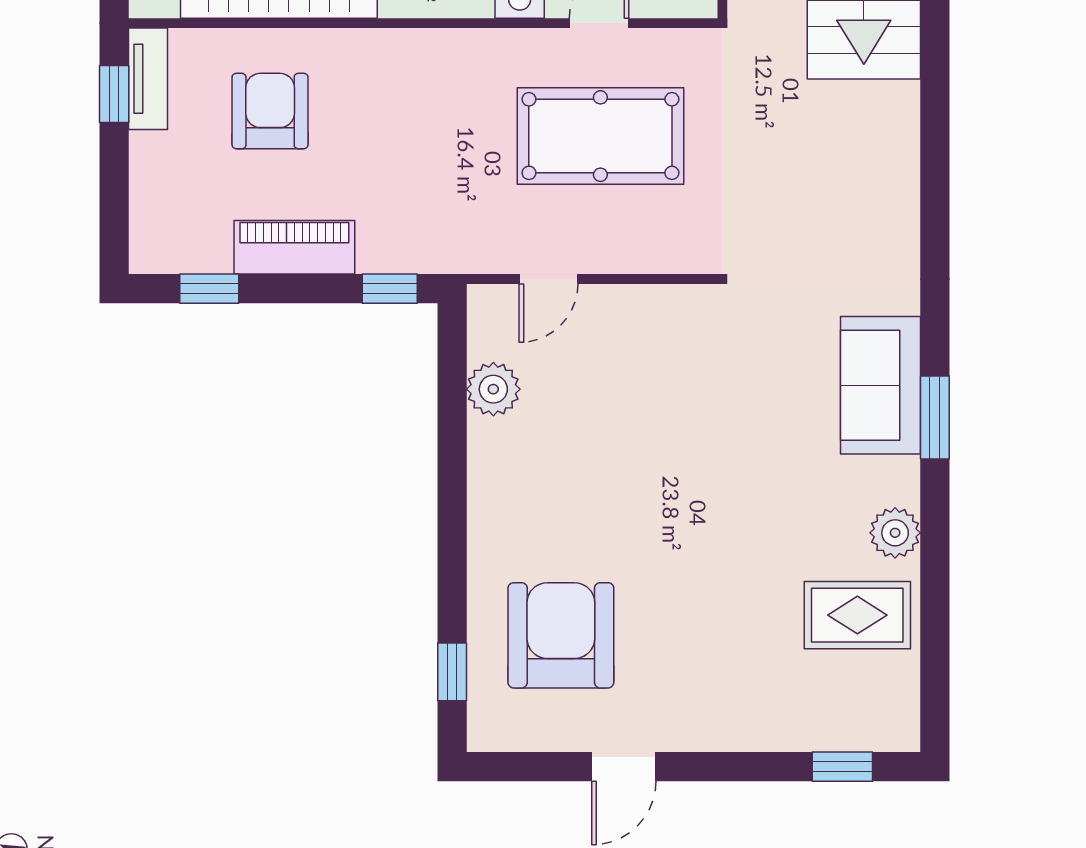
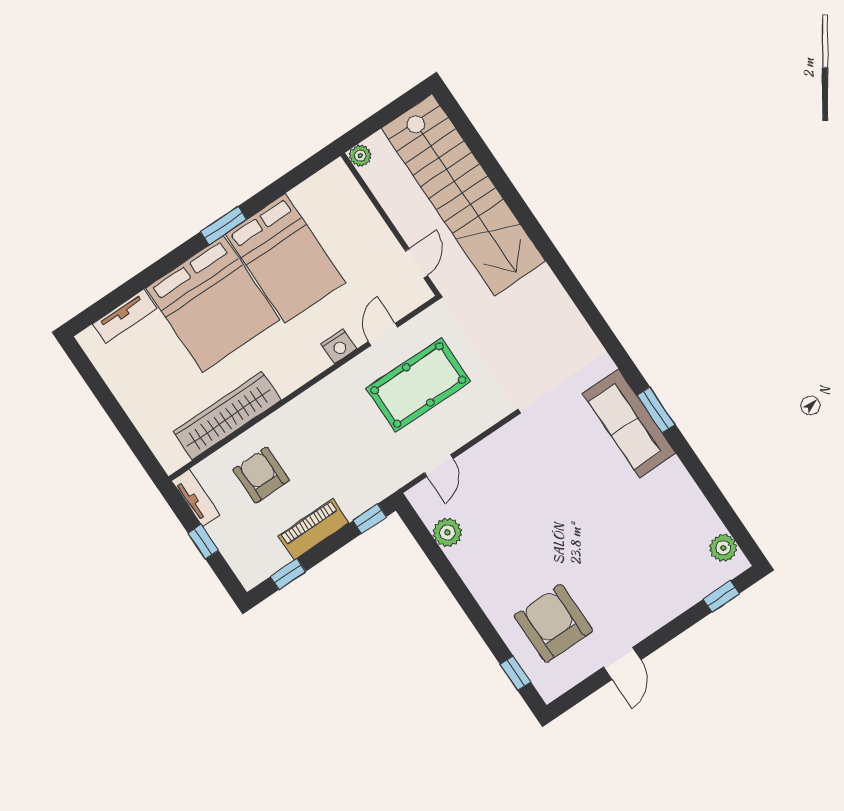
window: (114, 94) -> (203, 542), moved
sofa: (880, 385) -> (629, 423), width x1.36
plant: (895, 533) -> (723, 548), moved
rug: (857, 615) -> (682, 523), removed

